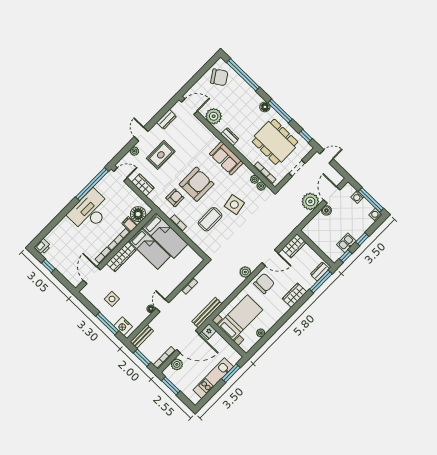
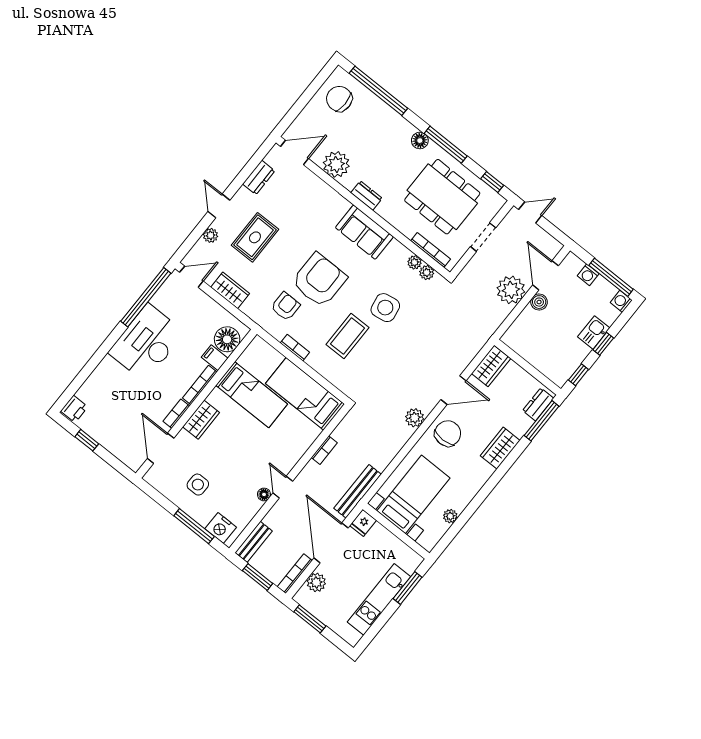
chair: (219, 77) -> (339, 99), turned -146
bed: (165, 236) -> (305, 394), moved, turned 180
kitchen sink: (346, 243) -> (594, 332), moved
wardrobe: (121, 257) -> (201, 420), width x0.67
door: (188, 342) -> (331, 543), swing flipped

